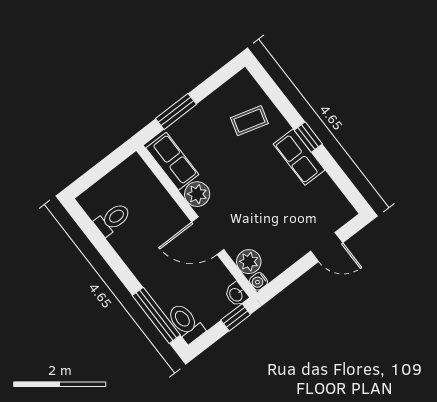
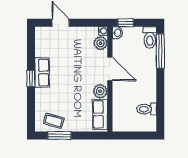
window: (176, 111) -> (59, 135), moved
coffee table: (249, 121) -> (54, 121), moved

